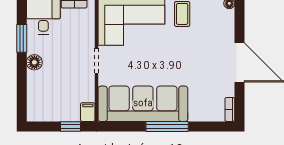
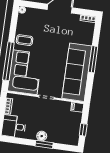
window: (22, 38) -> (44, 144), moved
window: (70, 126) -> (83, 130), moved

